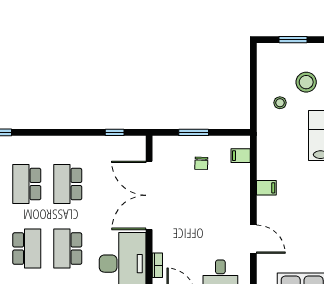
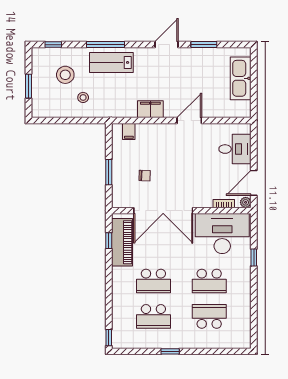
piano: (113, 148) -> (122, 242), added
chair: (201, 163) -> (145, 176), moved
filing cabinet: (266, 188) -> (150, 109), width x2.00
door: (253, 239) -> (189, 121), moved

